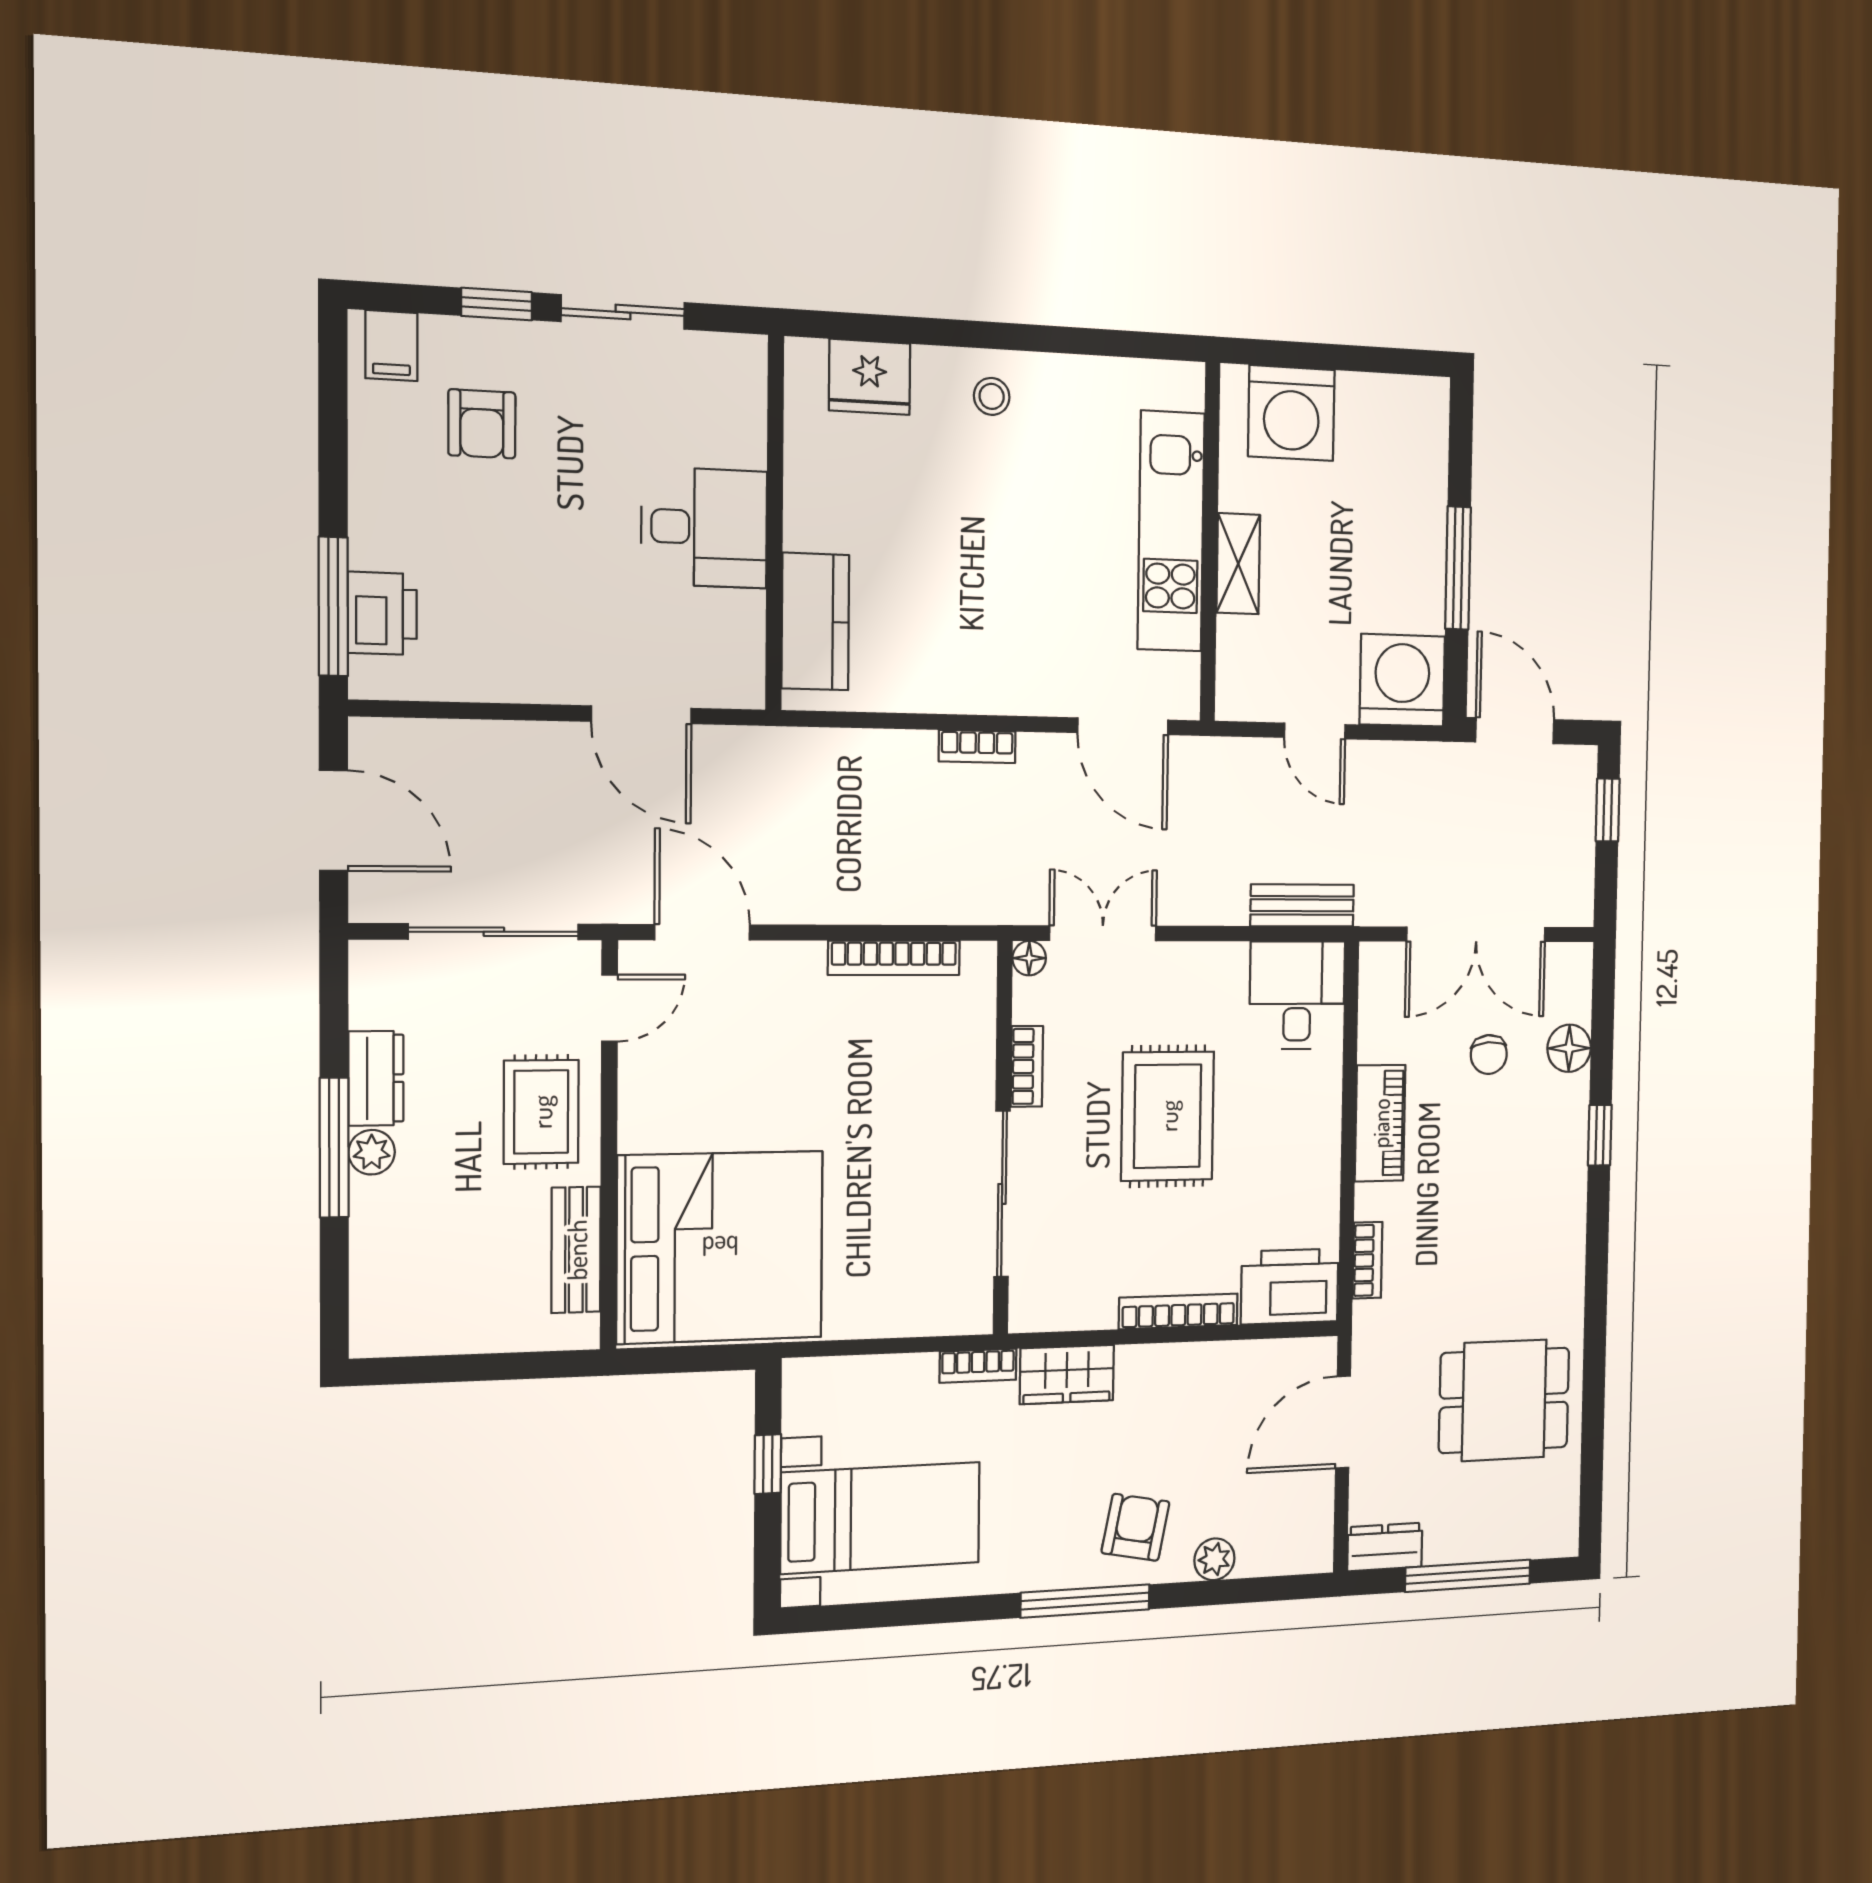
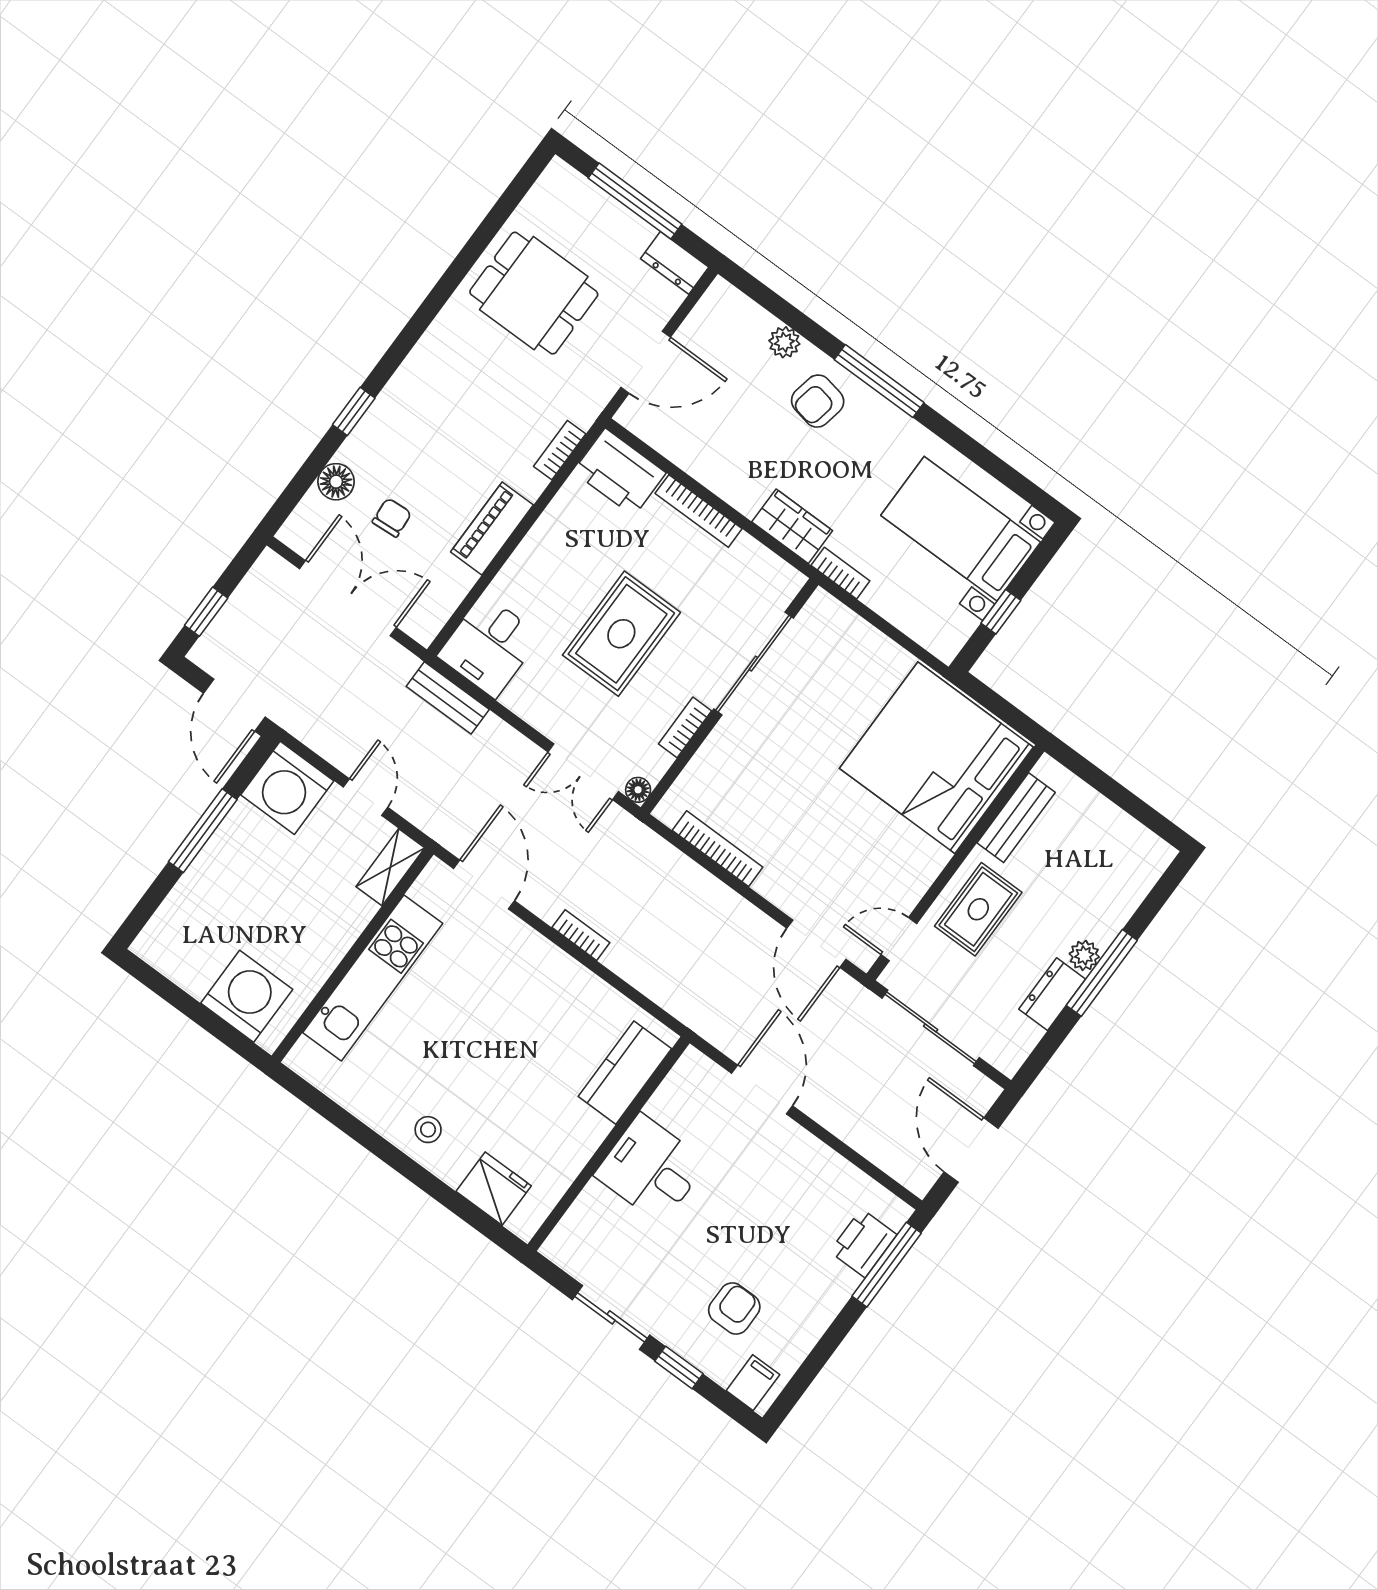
shelving: (1238, 564) -> (390, 867), moved

